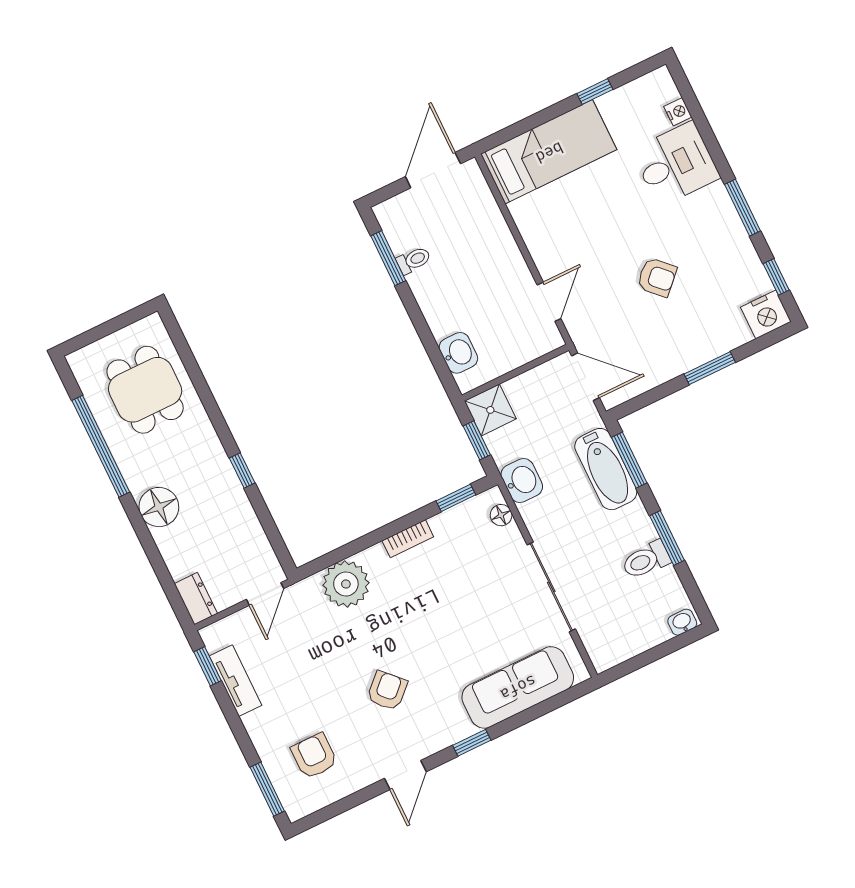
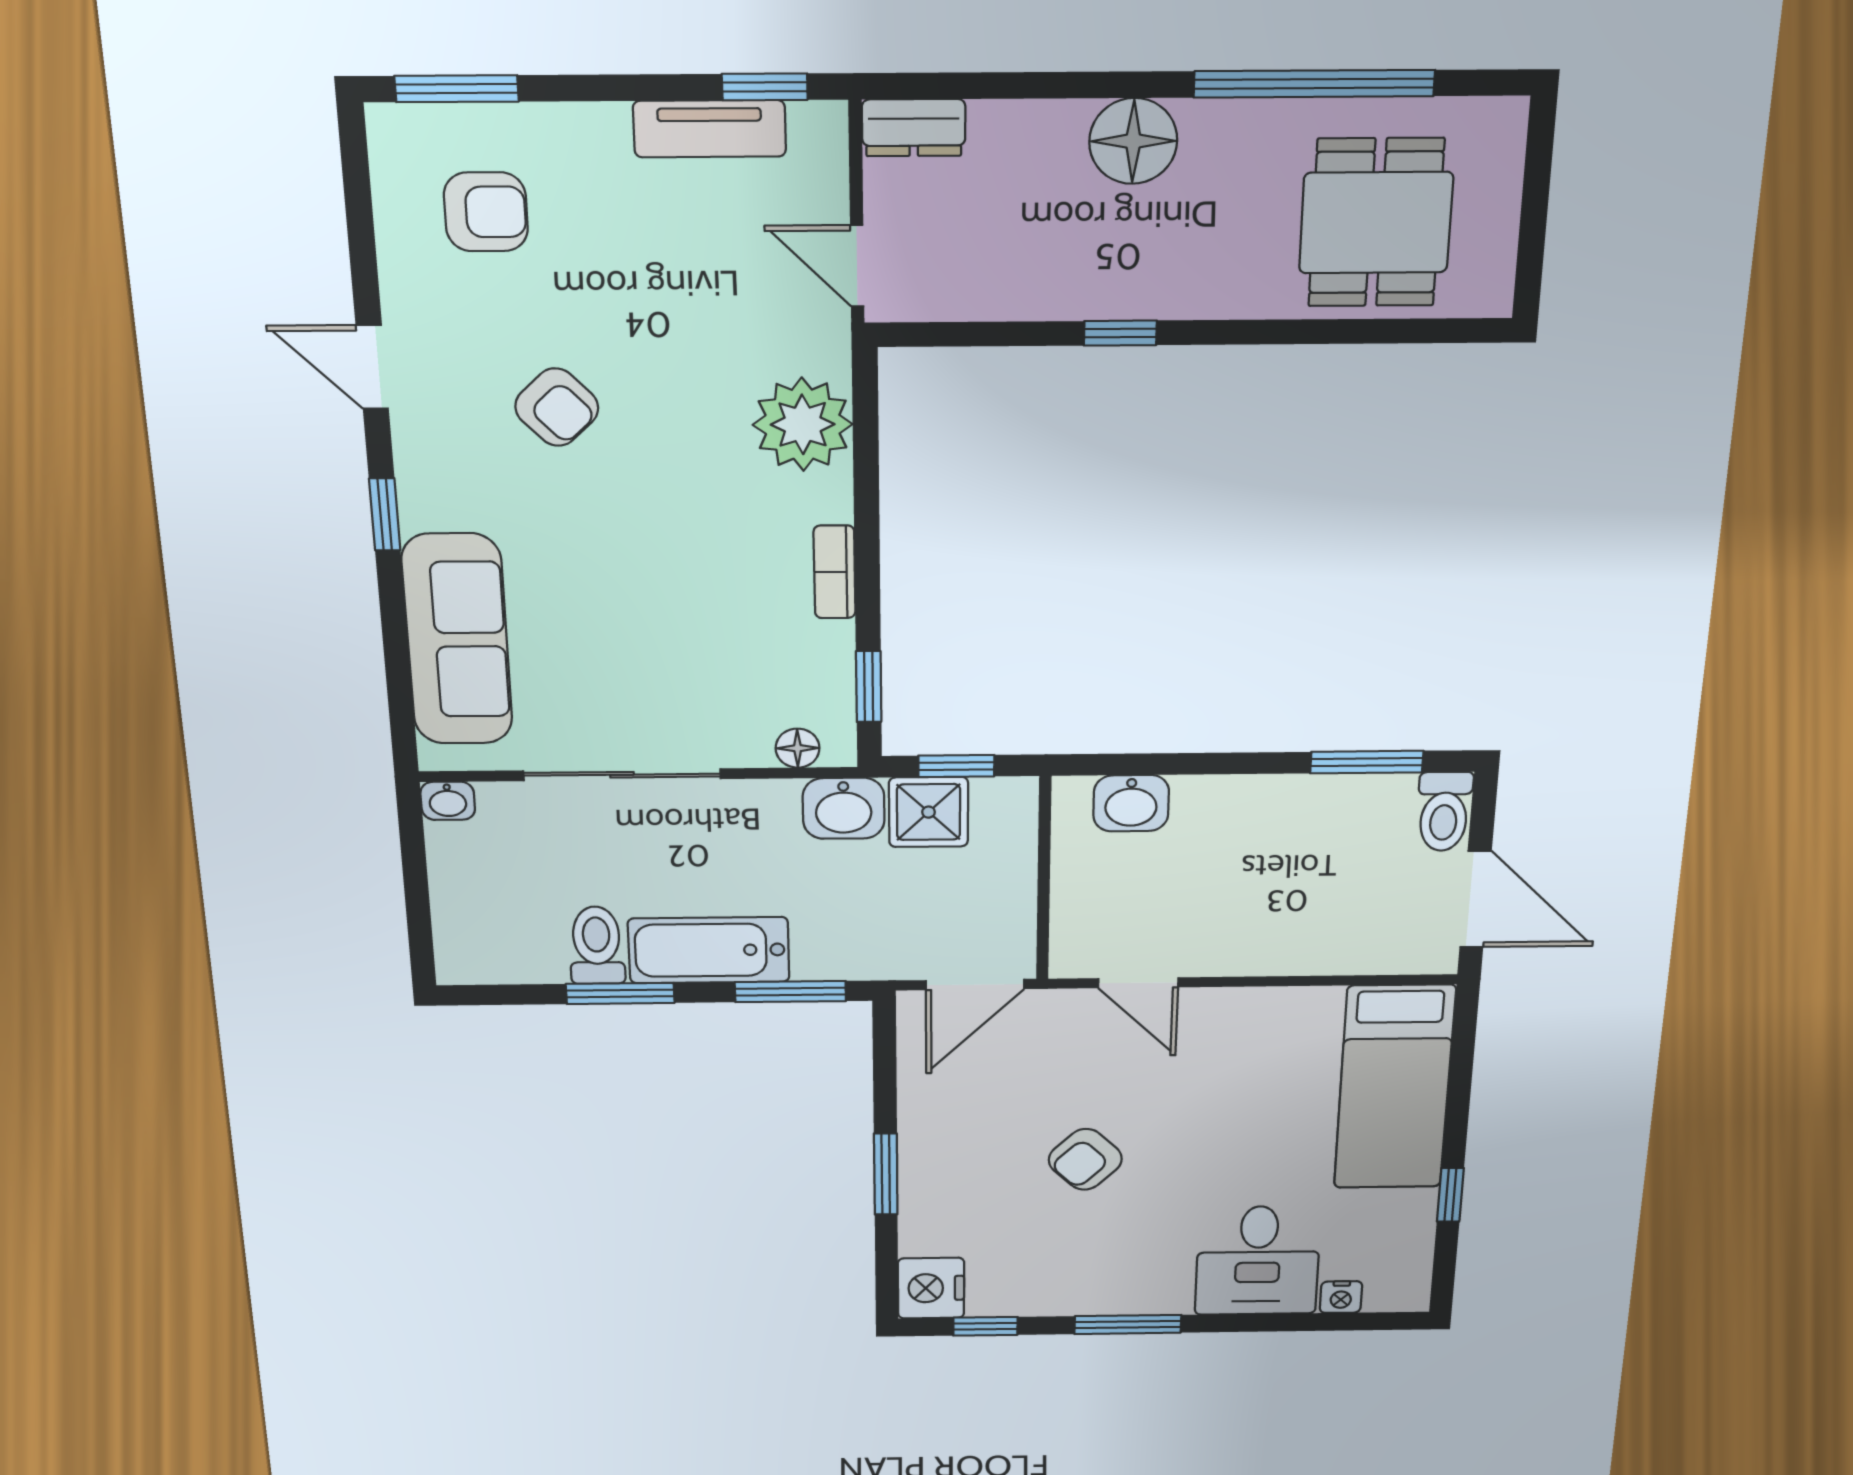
toilet: (414, 260) -> (1444, 812), moved, width x1.37, depth x1.39
dining table: (145, 390) -> (1376, 223), turned 90
shower: (490, 410) -> (929, 812), moved
bathtub: (606, 469) -> (709, 950), moved
washbasin: (682, 622) -> (448, 801), moved, turned 90

